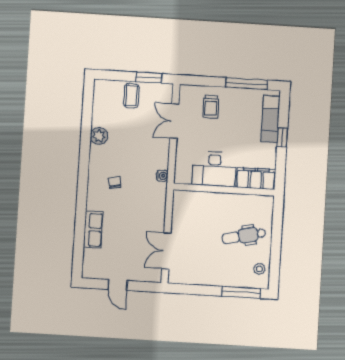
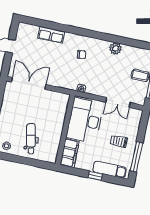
trolley: (211, 107) -> (119, 141), moved
double door: (174, 121) -> (118, 102), swing flipped
desk: (214, 169) -> (85, 121), width x1.36, depth x1.30
double door: (166, 251) -> (29, 83), width x1.37

